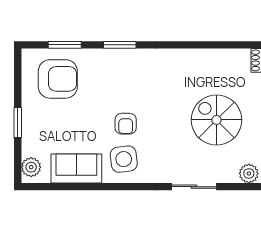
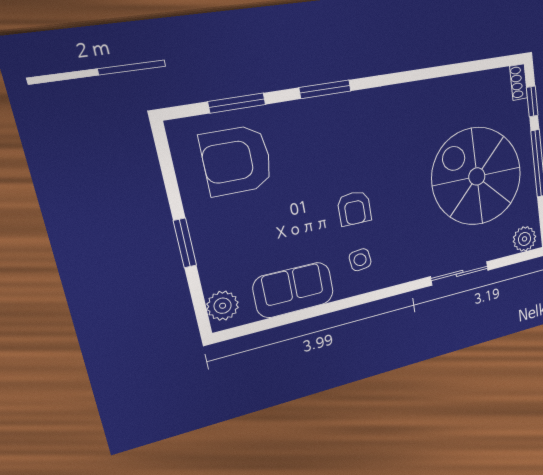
armchair: (58, 79) -> (237, 161), turned 180
spiral stairs: (216, 120) -> (477, 176), width x1.37, depth x1.37
side table: (124, 159) -> (360, 260), width x0.54, depth x0.54

